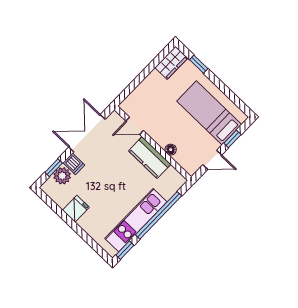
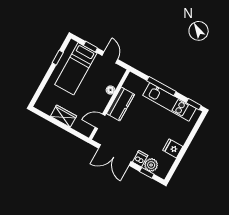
wardrobe: (171, 63) -> (63, 116), moved
window: (199, 64) -> (58, 58), moved
door: (135, 126) -> (100, 121), swing flipped
window: (159, 215) -> (161, 86), width x0.68

